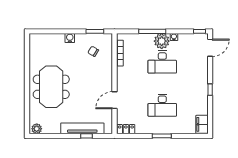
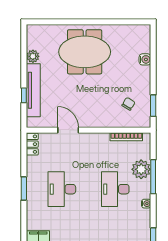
water cooler: (70, 38) -> (145, 59), moved
plant: (162, 41) -> (141, 169), moved
plant: (37, 129) -> (33, 56), moved

